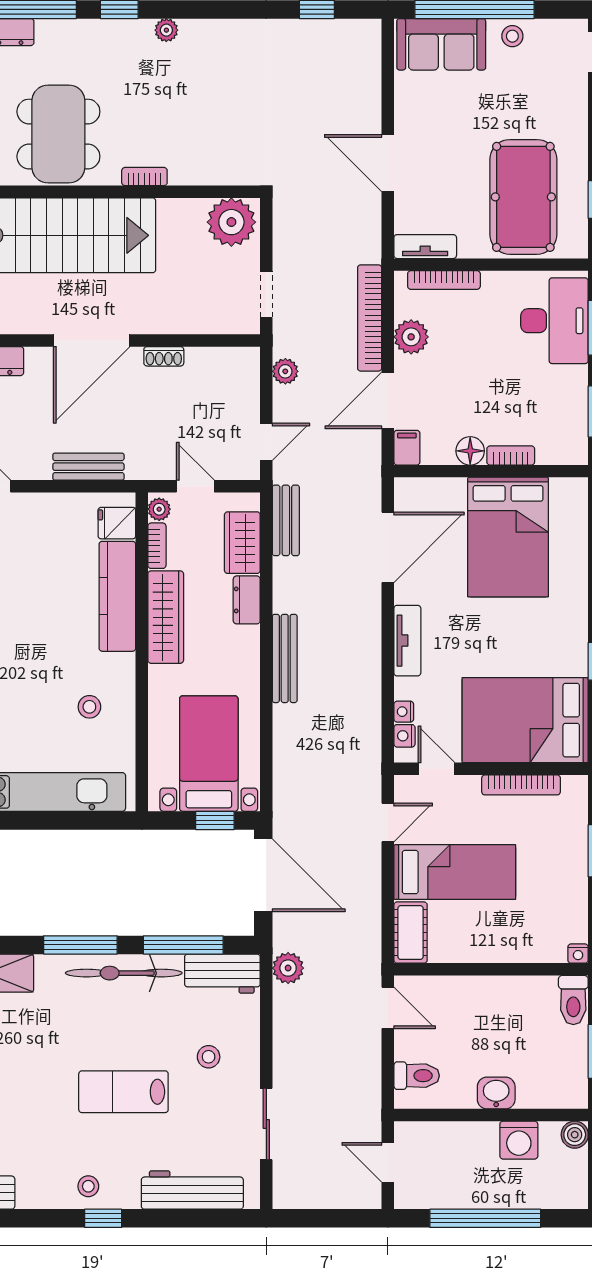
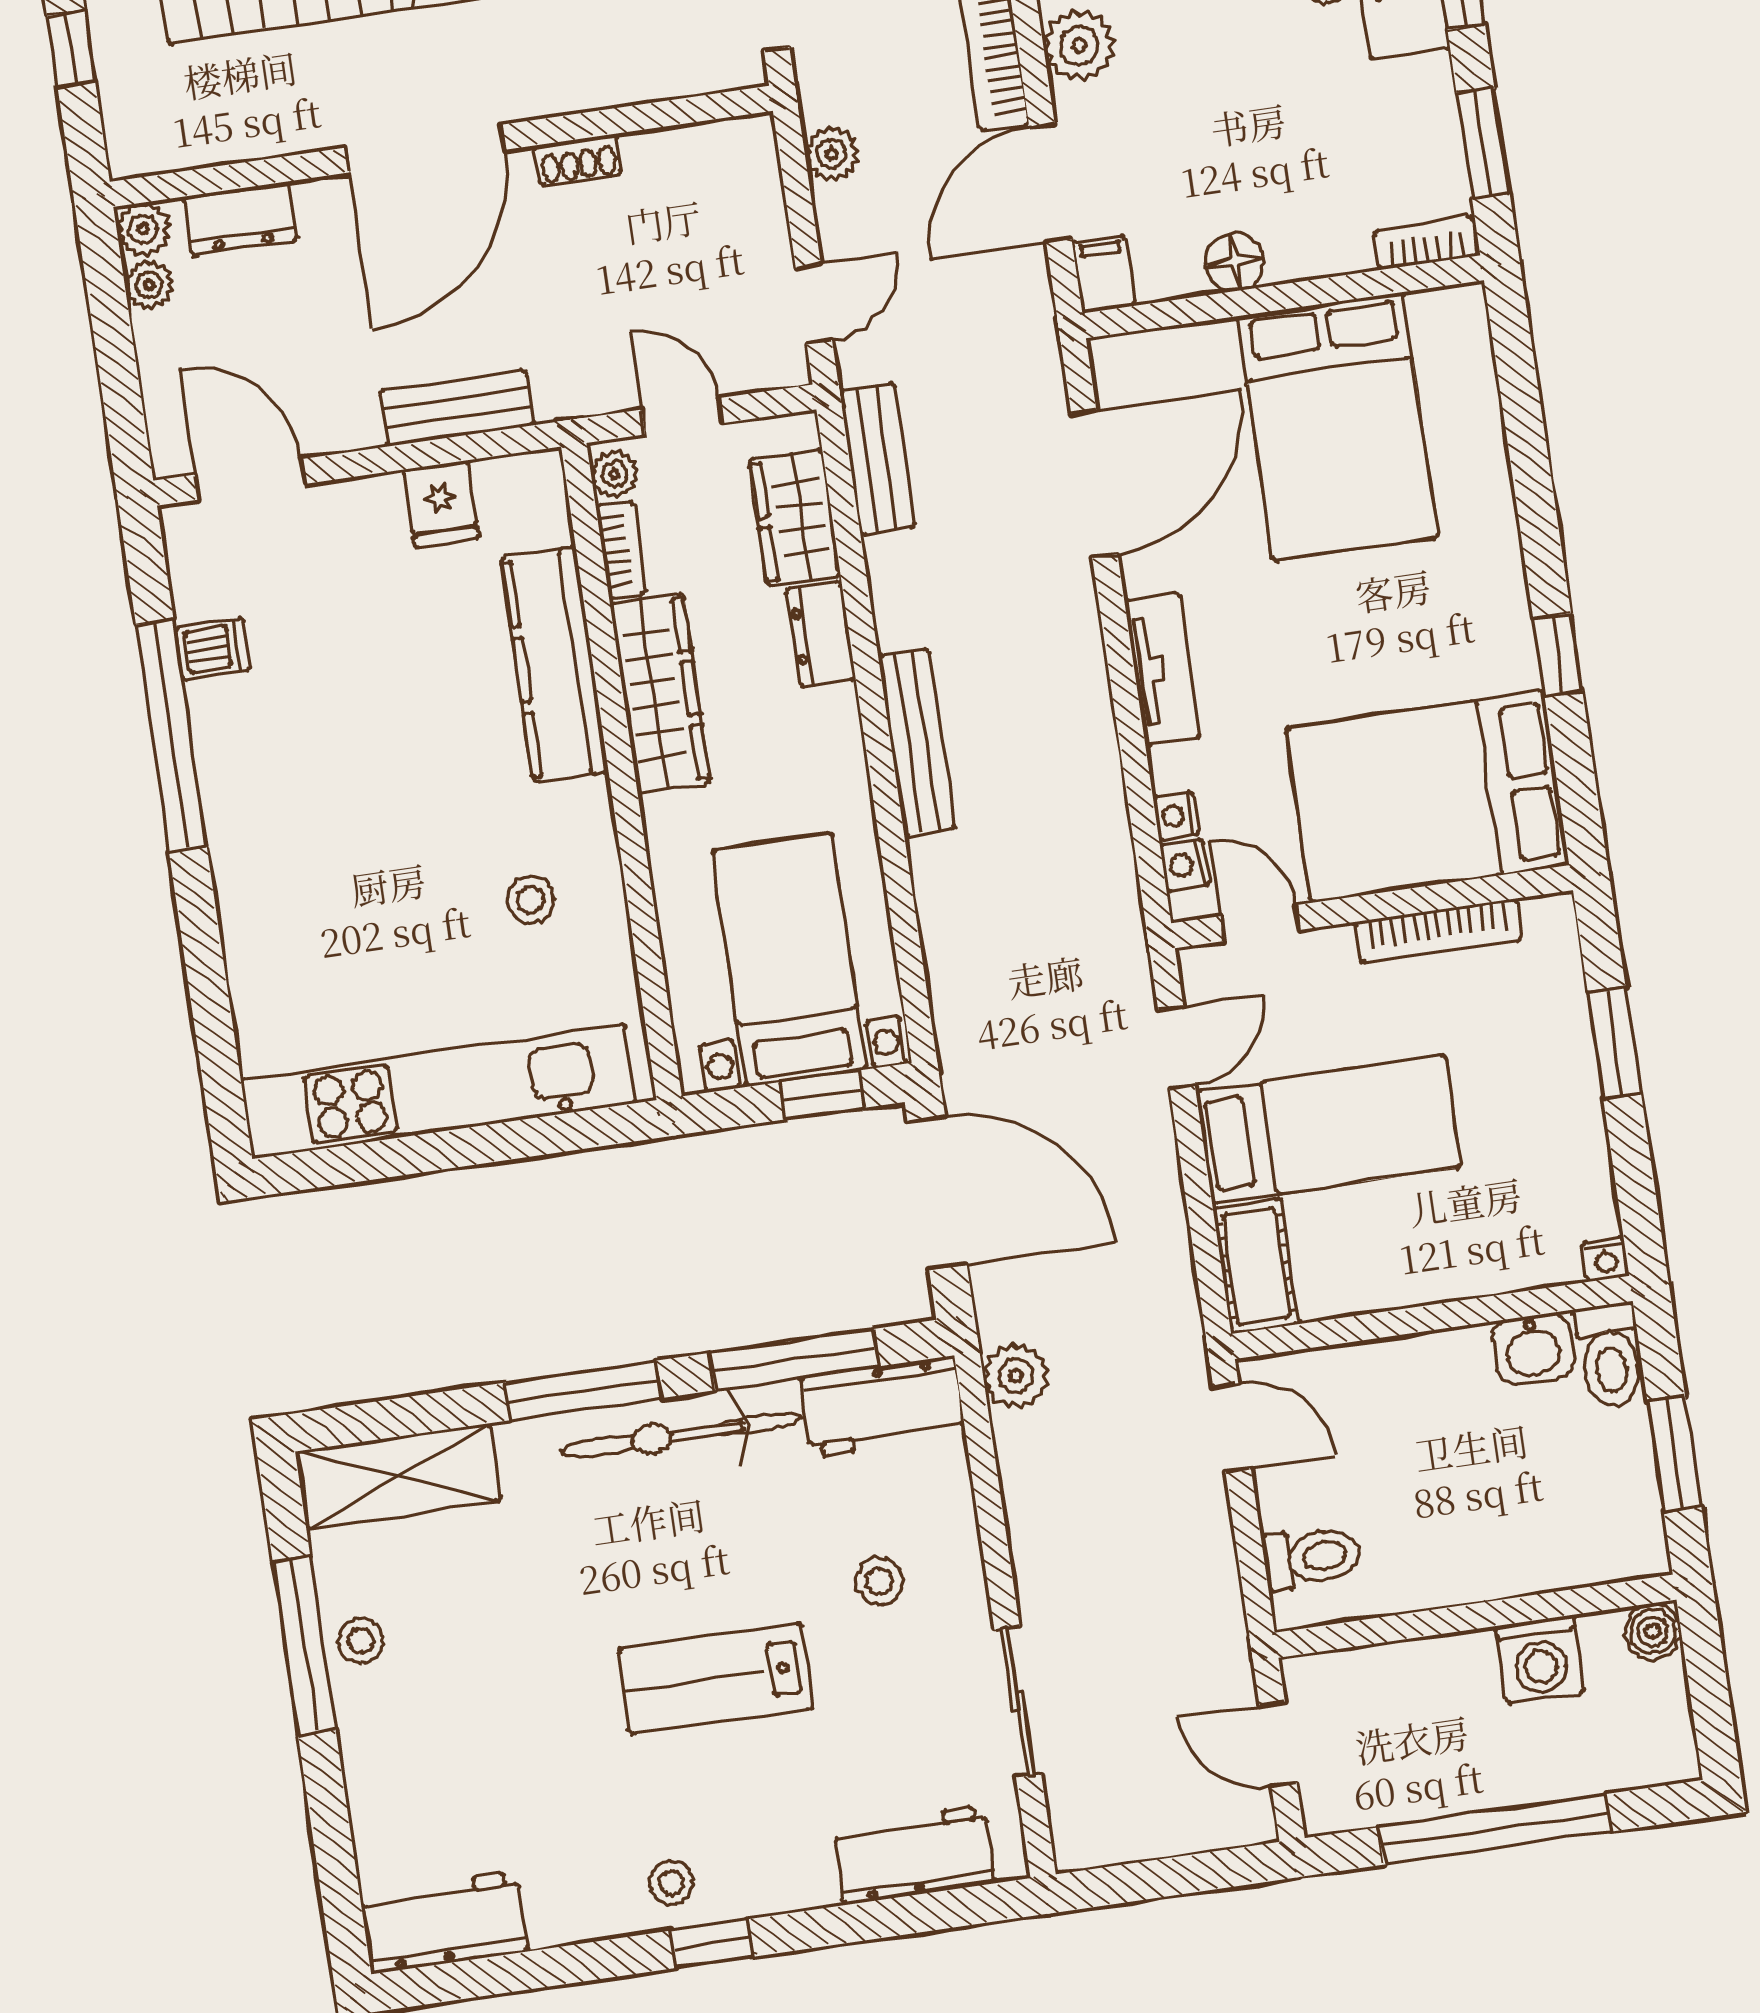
bookcase: (511, 455) -> (1426, 243), moved
fridge: (117, 523) -> (441, 504), moved, turned -90
washbasin: (496, 1093) -> (1533, 1349), moved, turned 180
workbench: (192, 1190) -> (914, 1855), width x0.73

